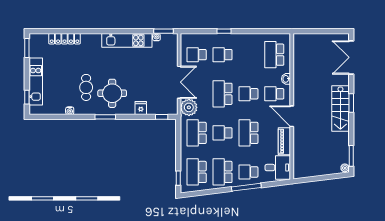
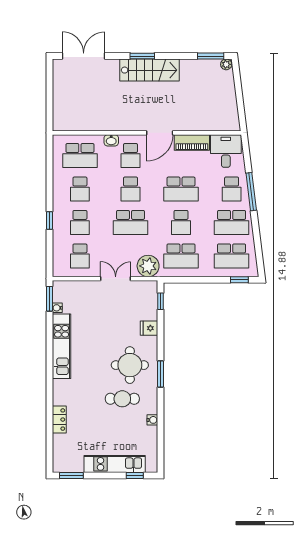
locker: (65, 39) -> (59, 420), width x0.66
school desk: (248, 55) -> (80, 189), added
double door: (351, 57) -> (84, 56), swing flipped
double door: (179, 82) -> (116, 279), width x0.73

